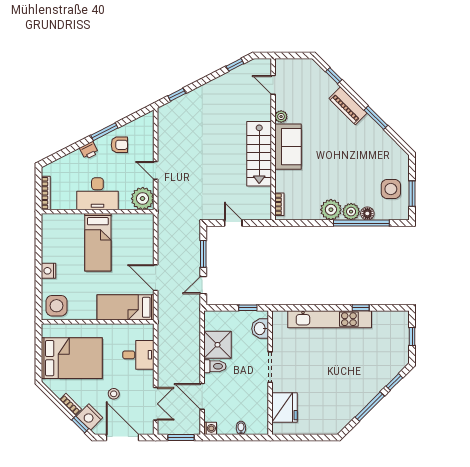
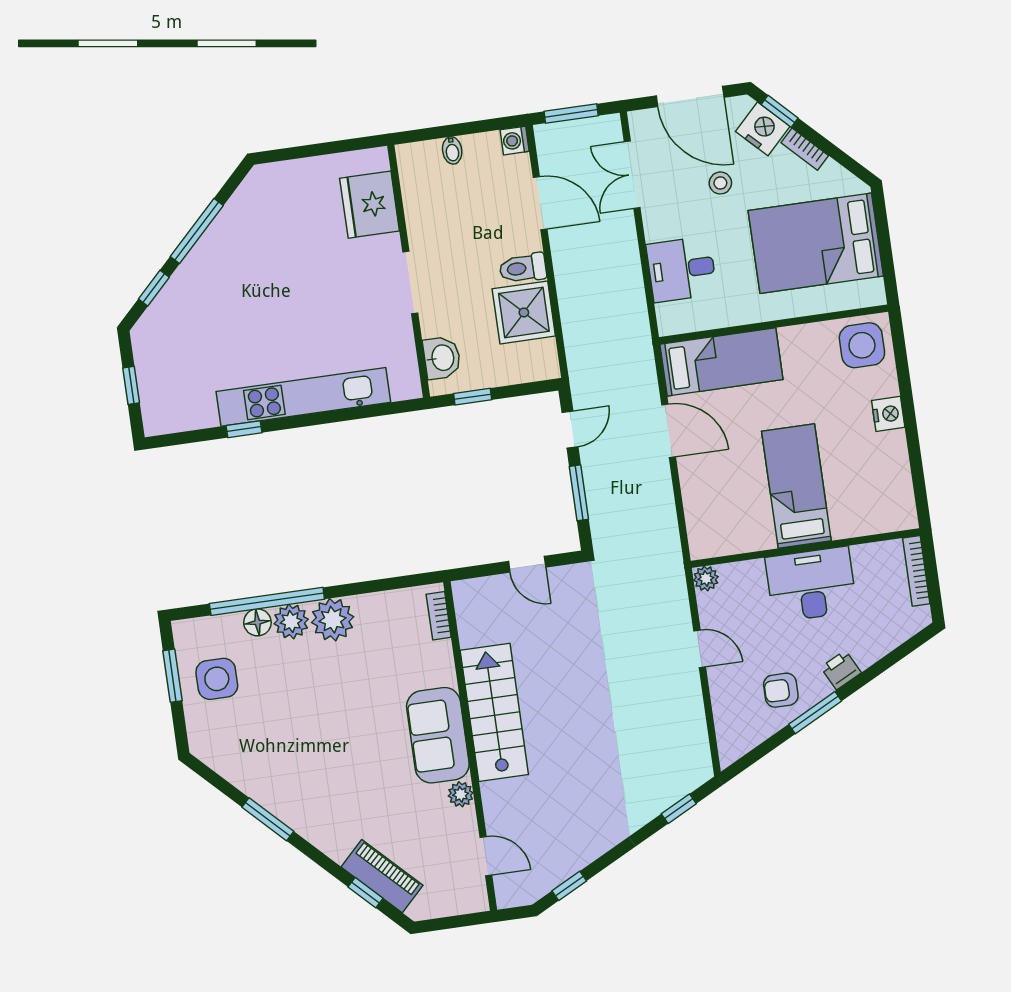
piano: (348, 106) -> (382, 876), moved
plant: (143, 199) -> (706, 578), width x0.53, depth x0.53

